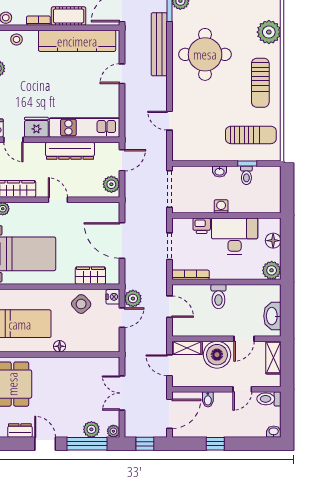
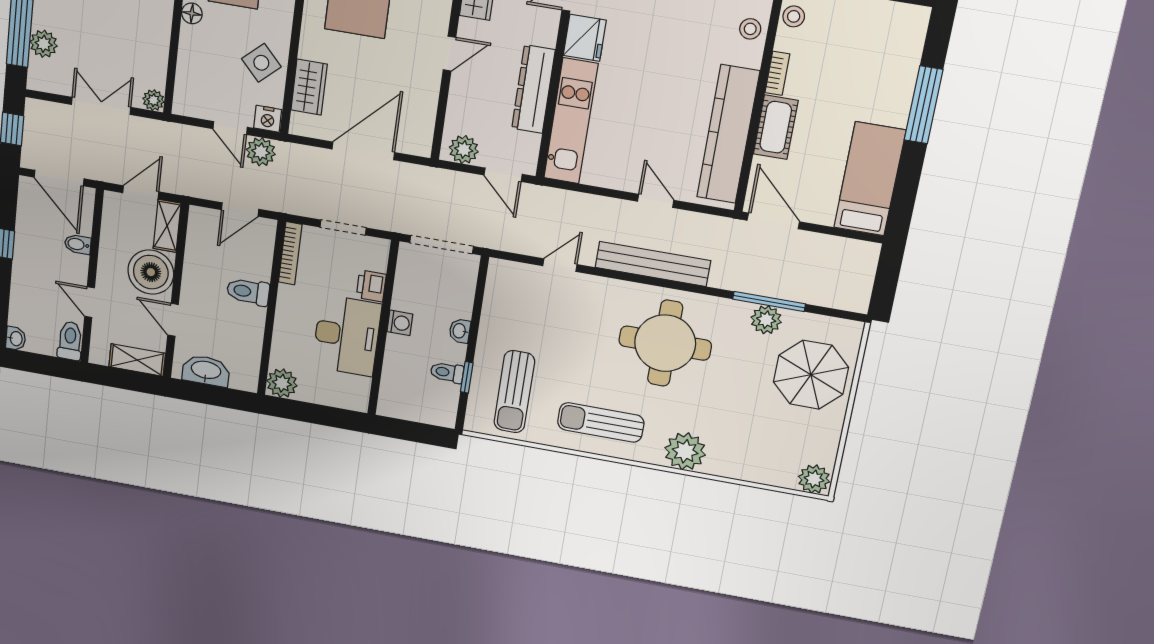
bench: (159, 44) -> (653, 264), moved
floor lamp: (273, 241) -> (331, 395), removed
plant: (113, 431) -> (153, 100), moved

